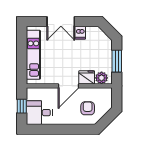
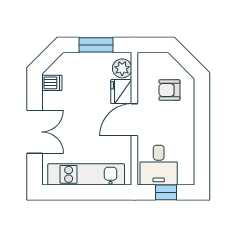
dishwasher: (80, 33) -> (52, 83), moved
door: (68, 86) -> (134, 120), swing flipped
desk: (39, 113) -> (159, 165), moved

